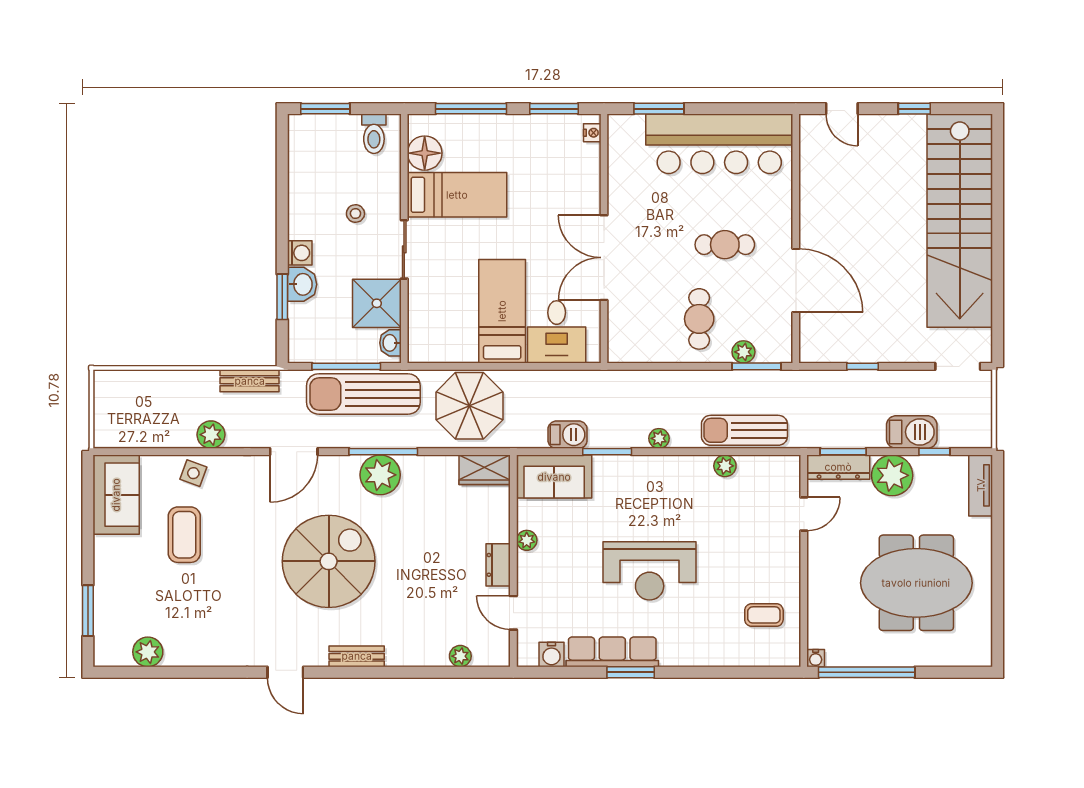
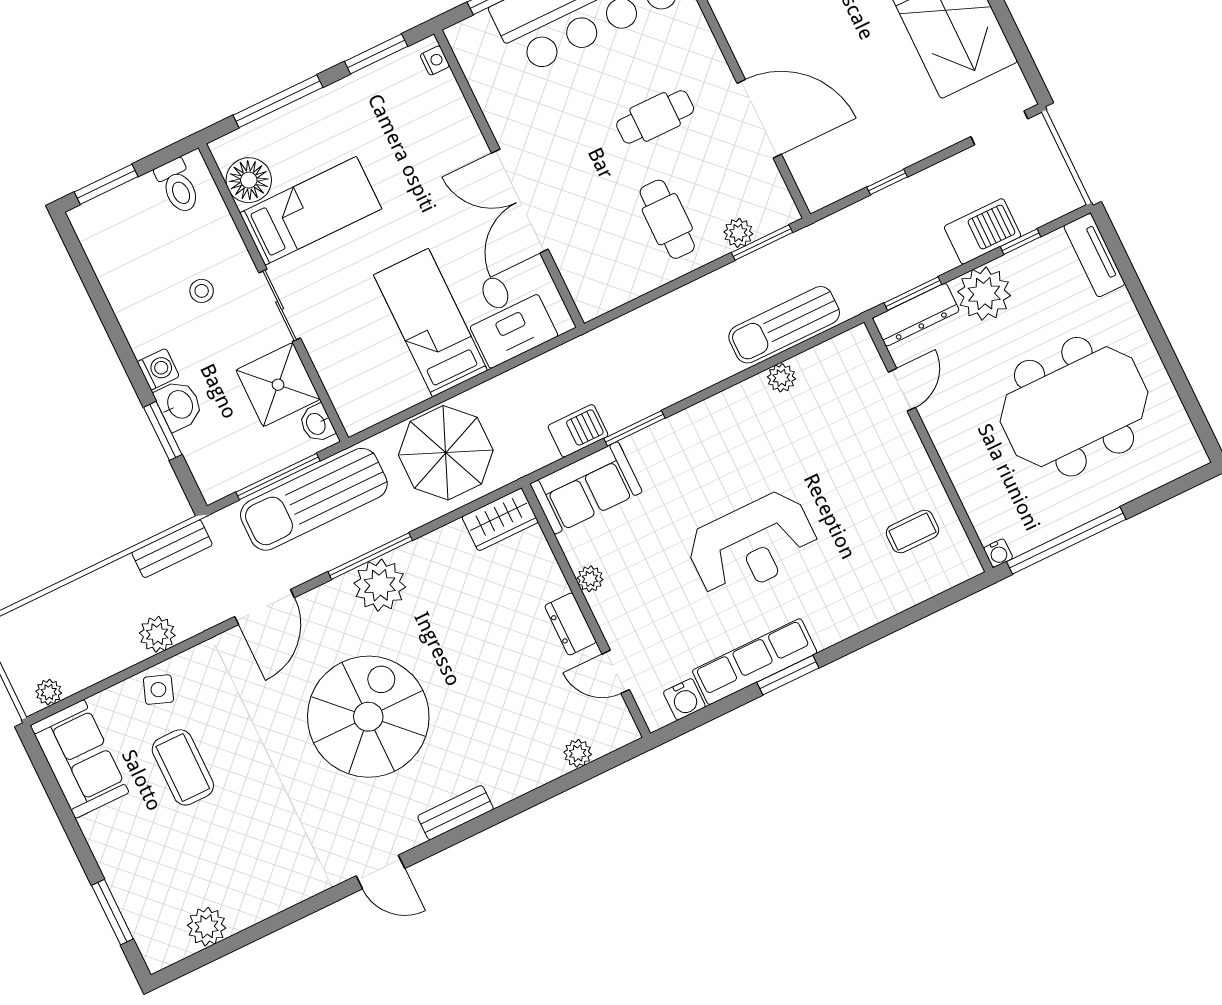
plant: (659, 438) -> (49, 692), moved

